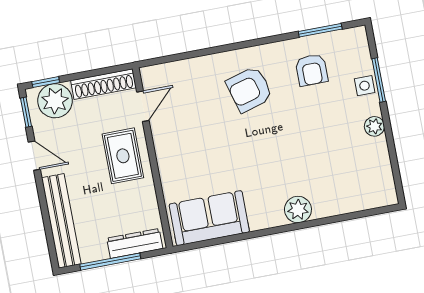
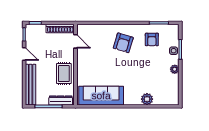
armchair: (249, 89) -> (123, 43), turned -57
plant: (55, 101) -> (38, 32), removed
door: (143, 106) -> (75, 41), hinge flipped
rug: (123, 156) -> (64, 74), moved
plant: (298, 210) -> (147, 99), moved
sofa: (209, 218) -> (101, 96), width x1.36

